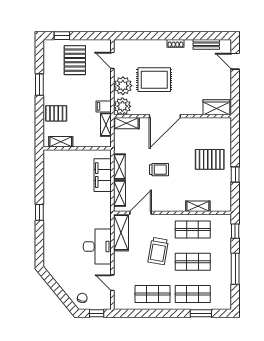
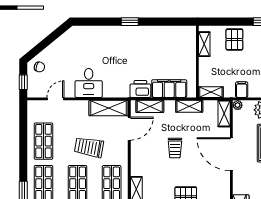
plant: (122, 106) -> (238, 105), width x0.53, depth x0.53
shelving: (106, 125) -> (211, 92), moved
shelving: (119, 167) -> (189, 106), moved
printer: (103, 202) -> (140, 89), added
door: (141, 213) -> (129, 129), hinge flipped
desk: (97, 247) -> (89, 83), width x0.73

